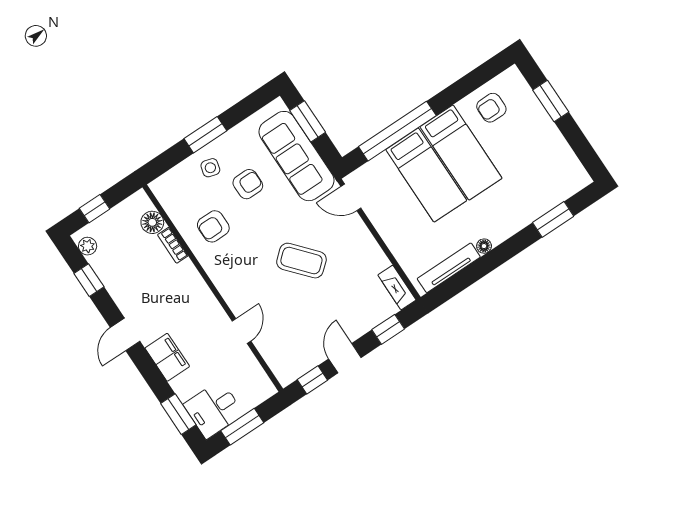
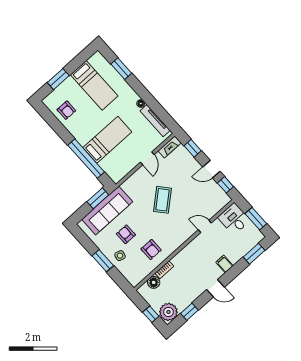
window: (308, 121) -> (98, 198), moved
bed: (461, 153) -> (94, 85), moved, turned 90
door: (351, 197) -> (147, 158), moved
plant: (88, 246) -> (168, 312), width x1.88, depth x1.88
filing cabinet: (167, 357) -> (224, 264), width x0.50
desk: (214, 409) -> (234, 219), moved, turned 180

